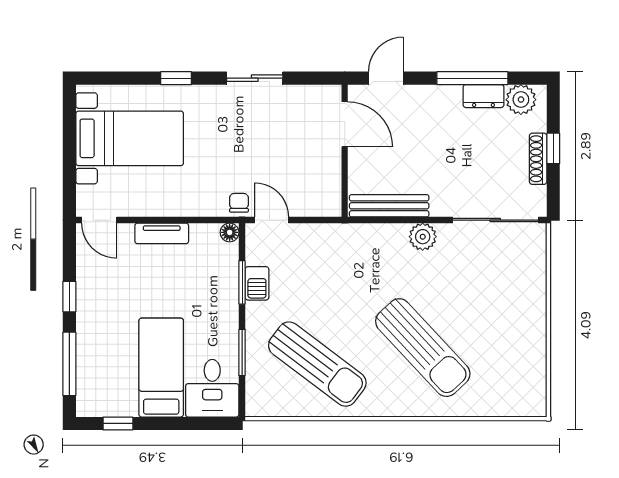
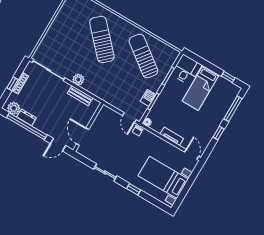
window: (472, 78) -> (27, 126), width x1.46
bench: (389, 206) -> (80, 96), width x0.73

